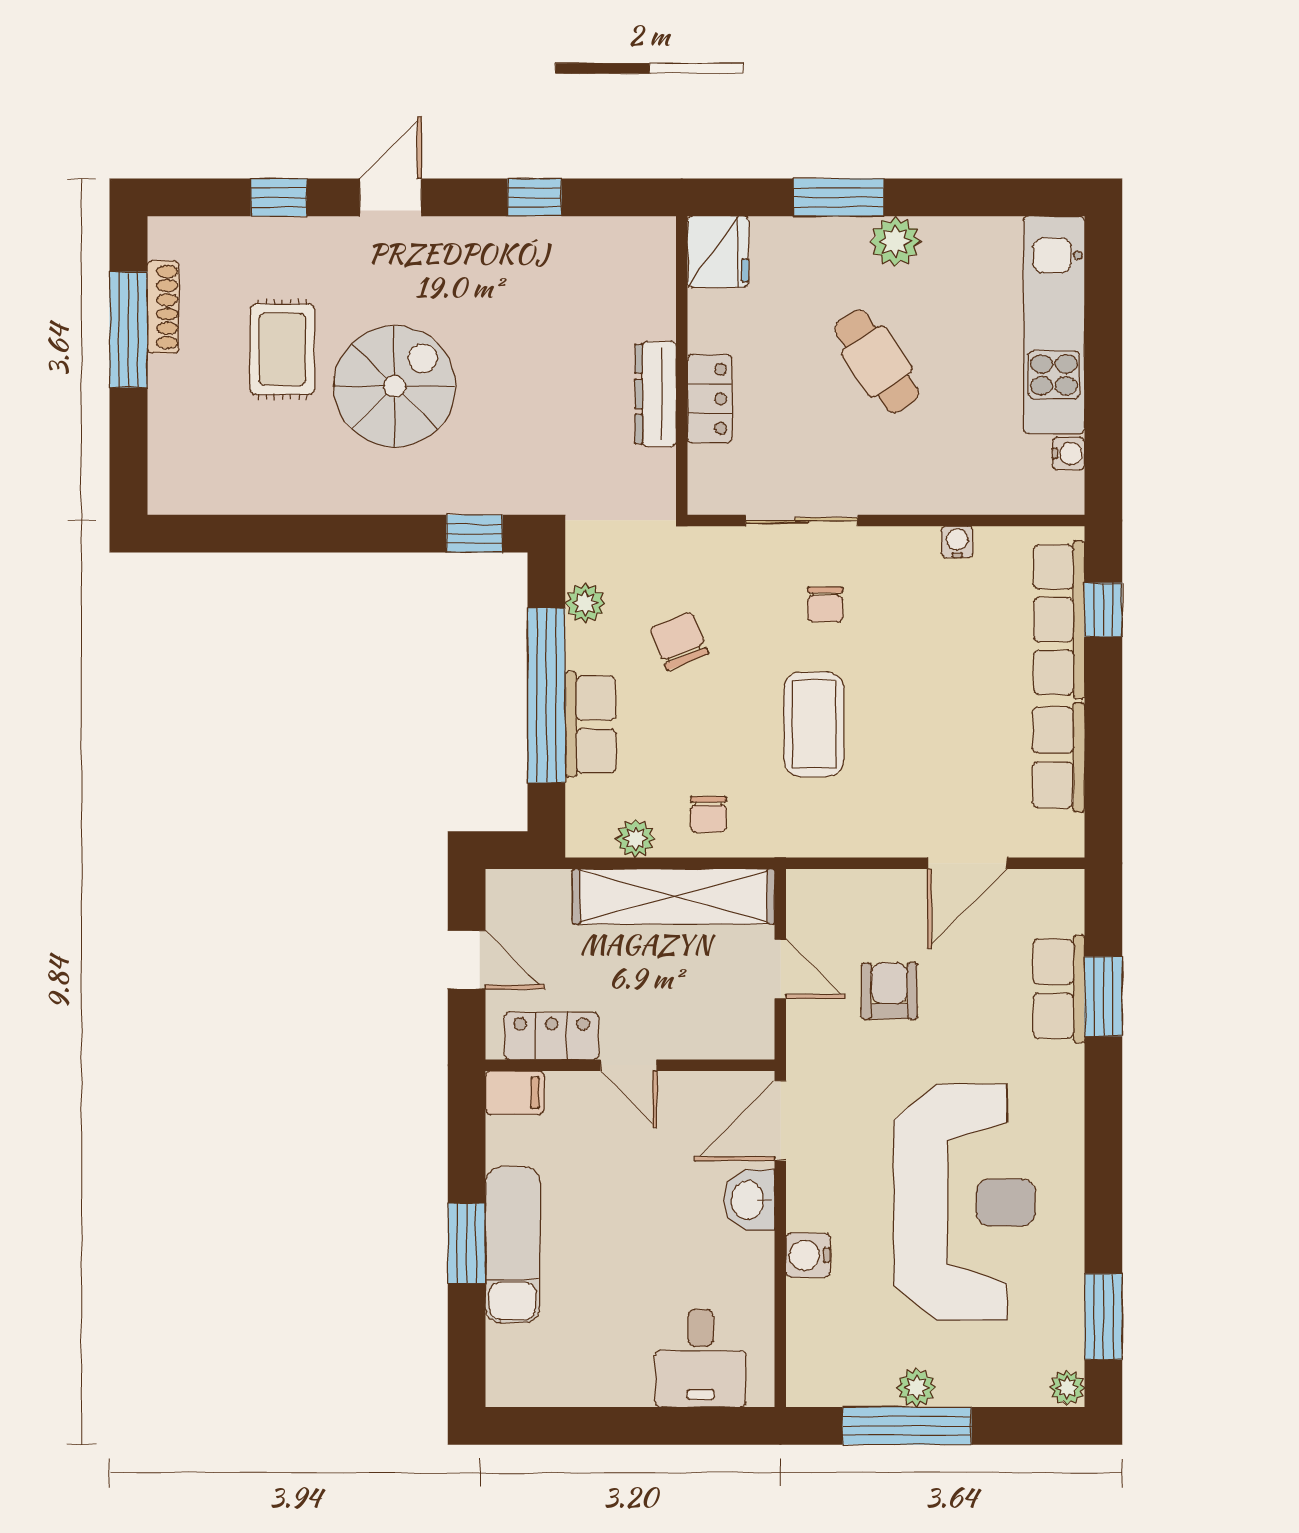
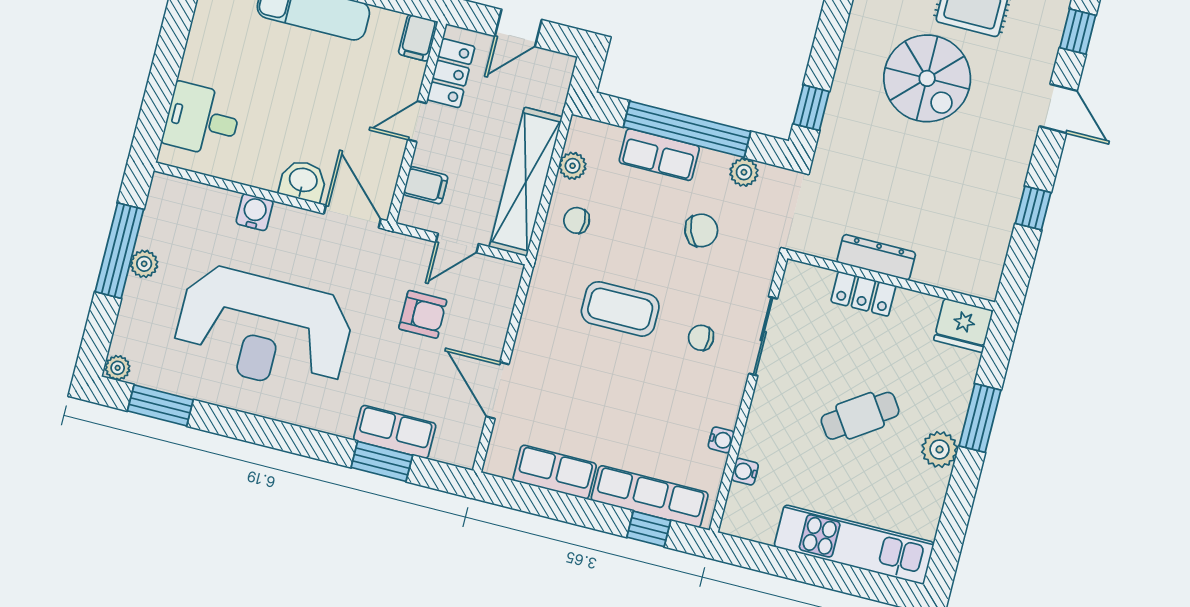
water cooler: (1068, 454) -> (745, 472), moved, turned 90
filing cabinet: (713, 1032) -> (426, 185), added

